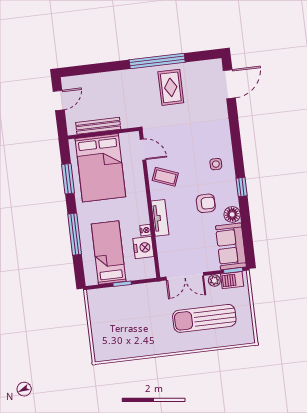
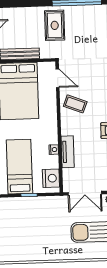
rug: (171, 87) -> (55, 25), moved
tv unit: (160, 218) -> (68, 152), moved
nightstand: (143, 248) -> (51, 178), moved

